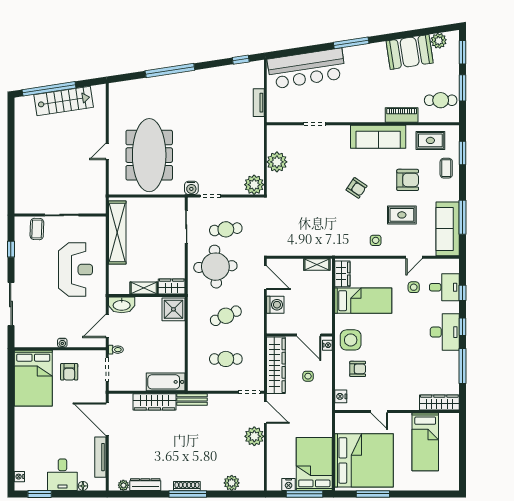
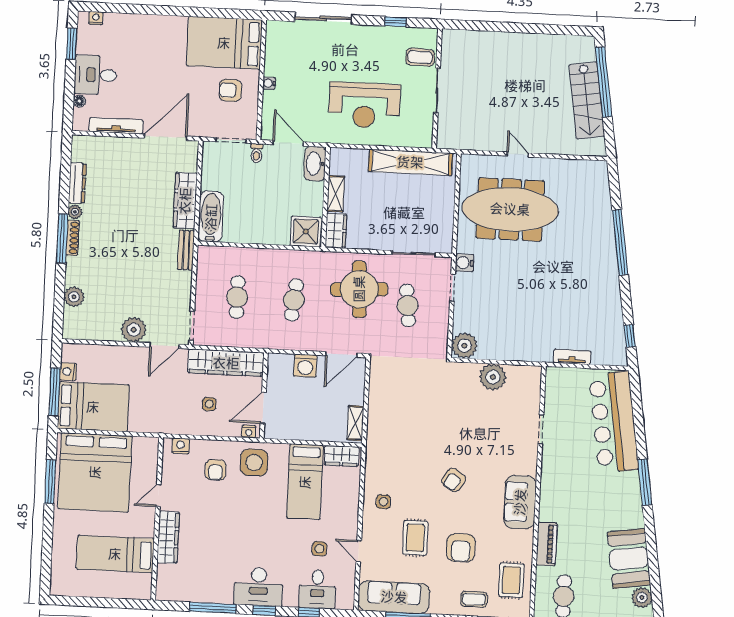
sofa: (378, 137) -> (520, 502), width x0.73
cafe table: (226, 316) -> (294, 300), turned 30
wardrobe: (439, 402) -> (168, 537), moved
plant: (123, 485) -> (75, 212), moved

